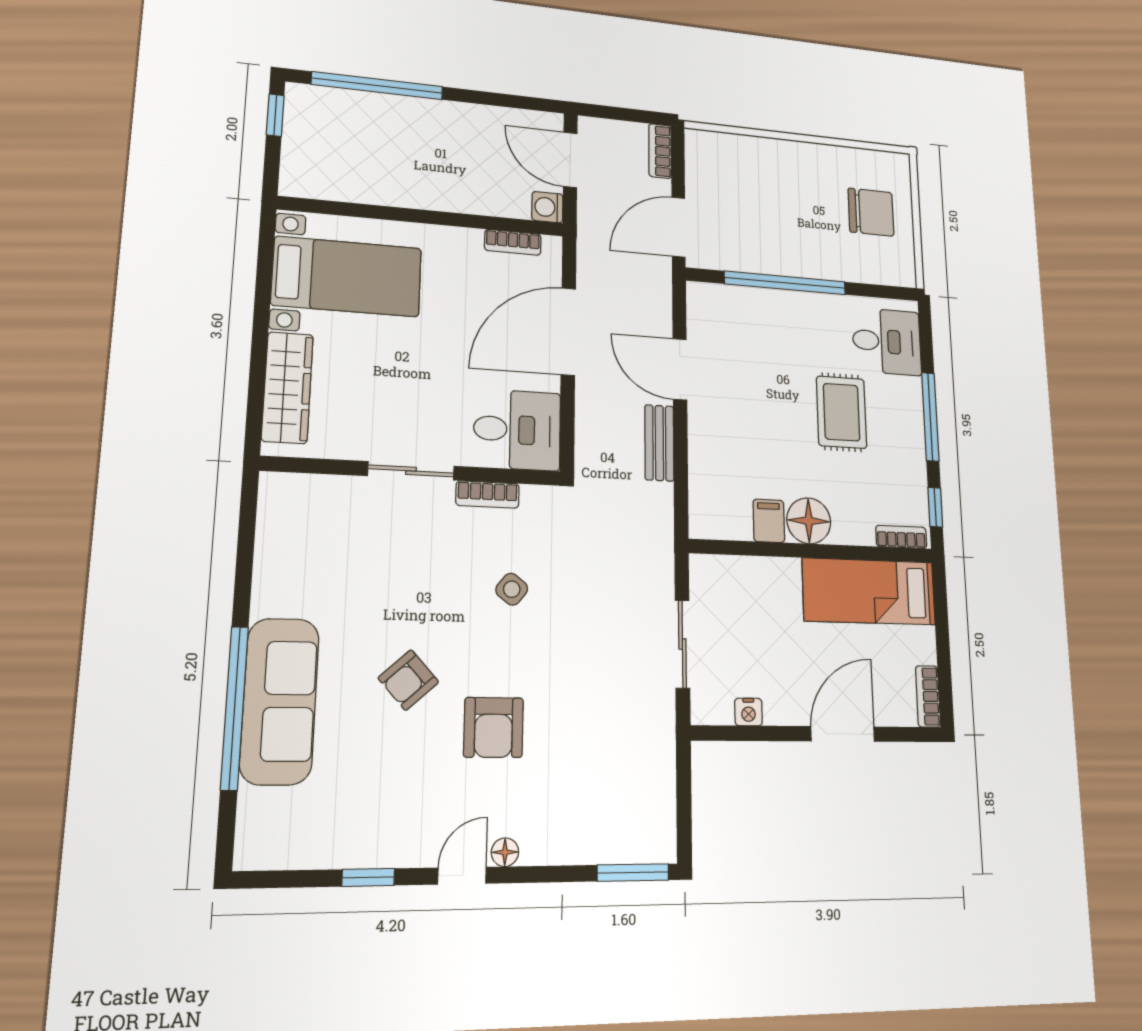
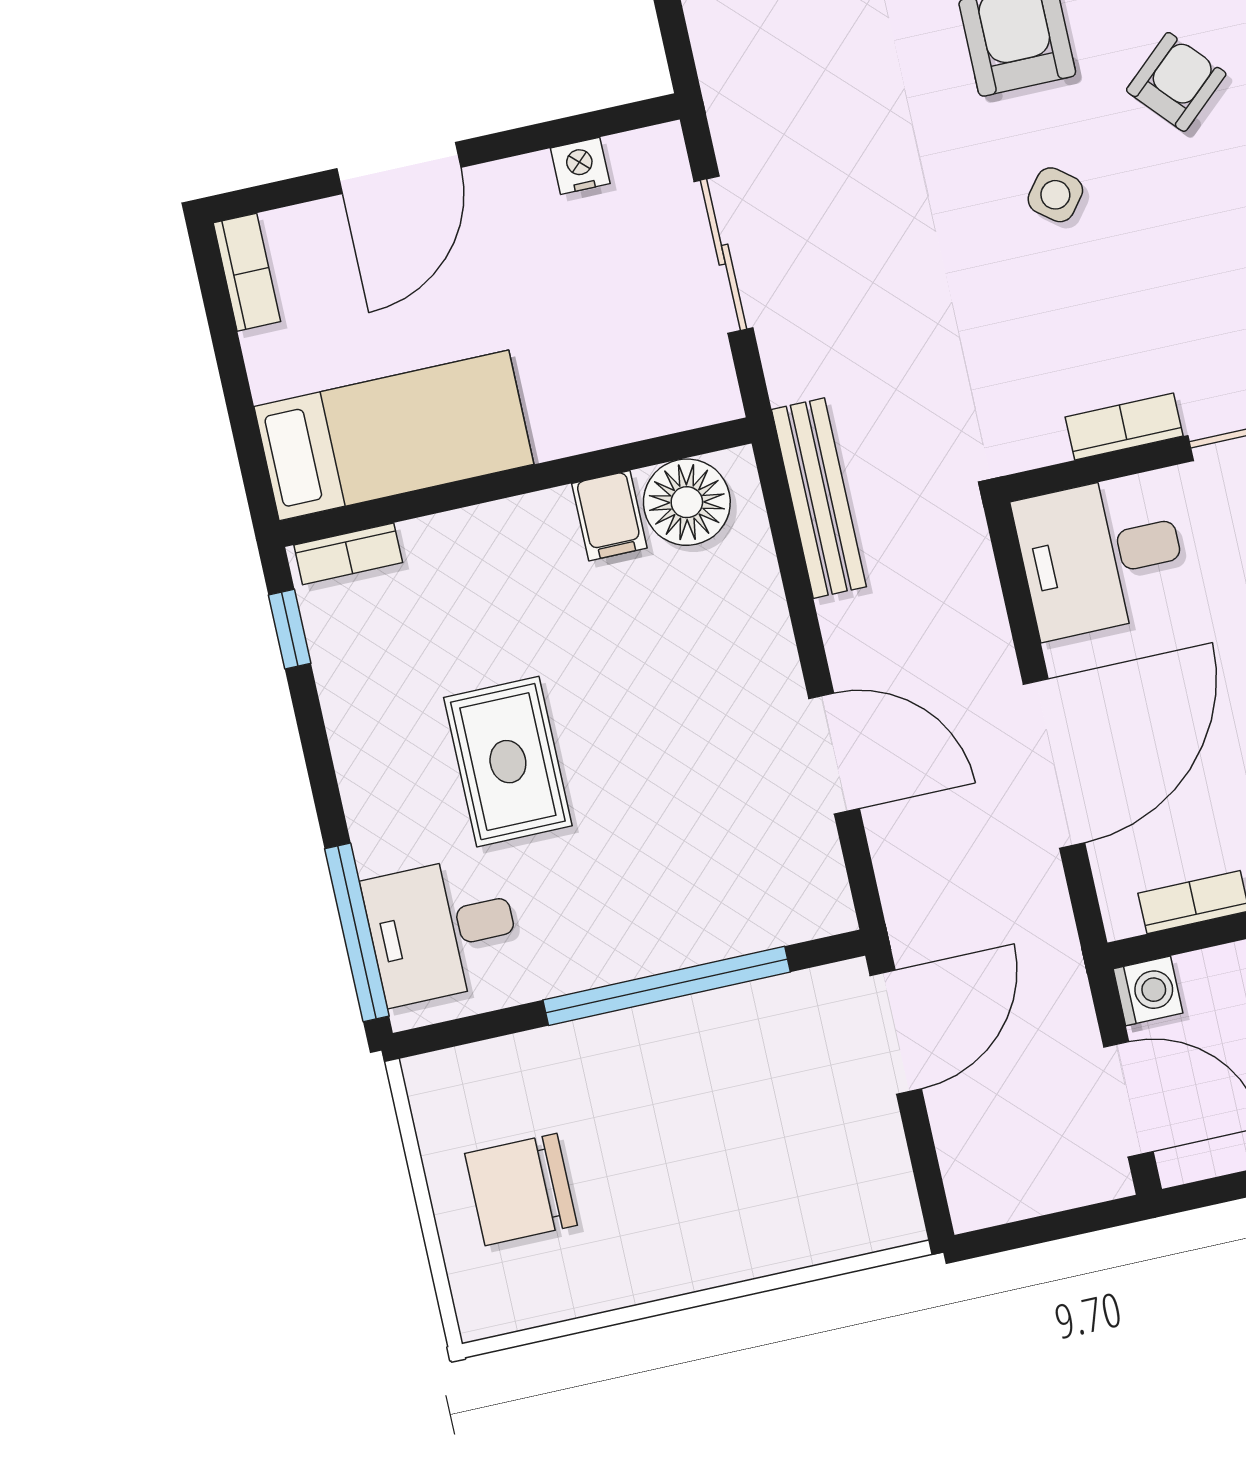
bookcase: (660, 151) -> (964, 1176), removed
window: (930, 417) -> (357, 932), moved
bench: (659, 443) -> (819, 498), moved, width x1.36
floor lamp: (809, 521) -> (687, 502), moved
side table: (512, 589) -> (1055, 195), moved

